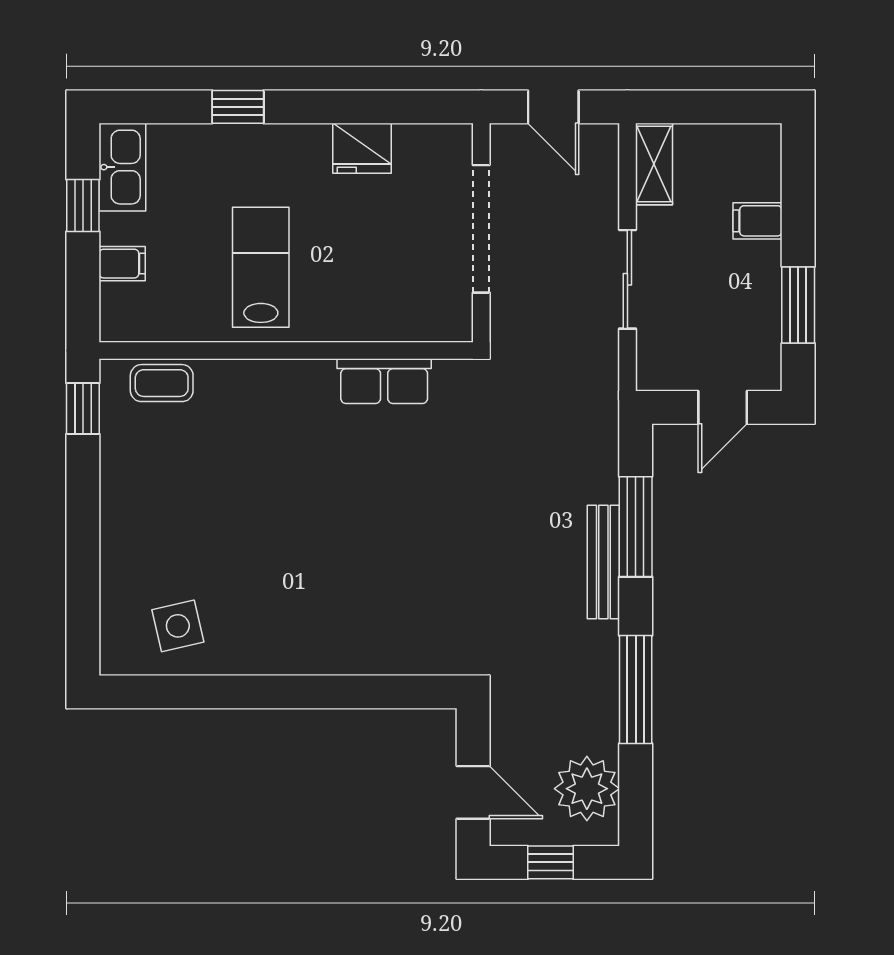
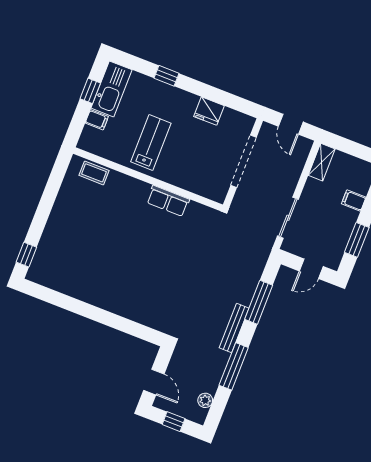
kitchen sink: (122, 167) -> (111, 89), width x1.36, depth x1.24
sliding door: (627, 279) -> (288, 218), moved
row of seats: (384, 381) -> (168, 201), moved
window: (83, 409) -> (26, 255), moved
bench: (603, 562) -> (234, 328), moved
side table: (178, 626) -> (63, 271), removed
plant: (587, 789) -> (205, 400), width x0.53, depth x0.53

